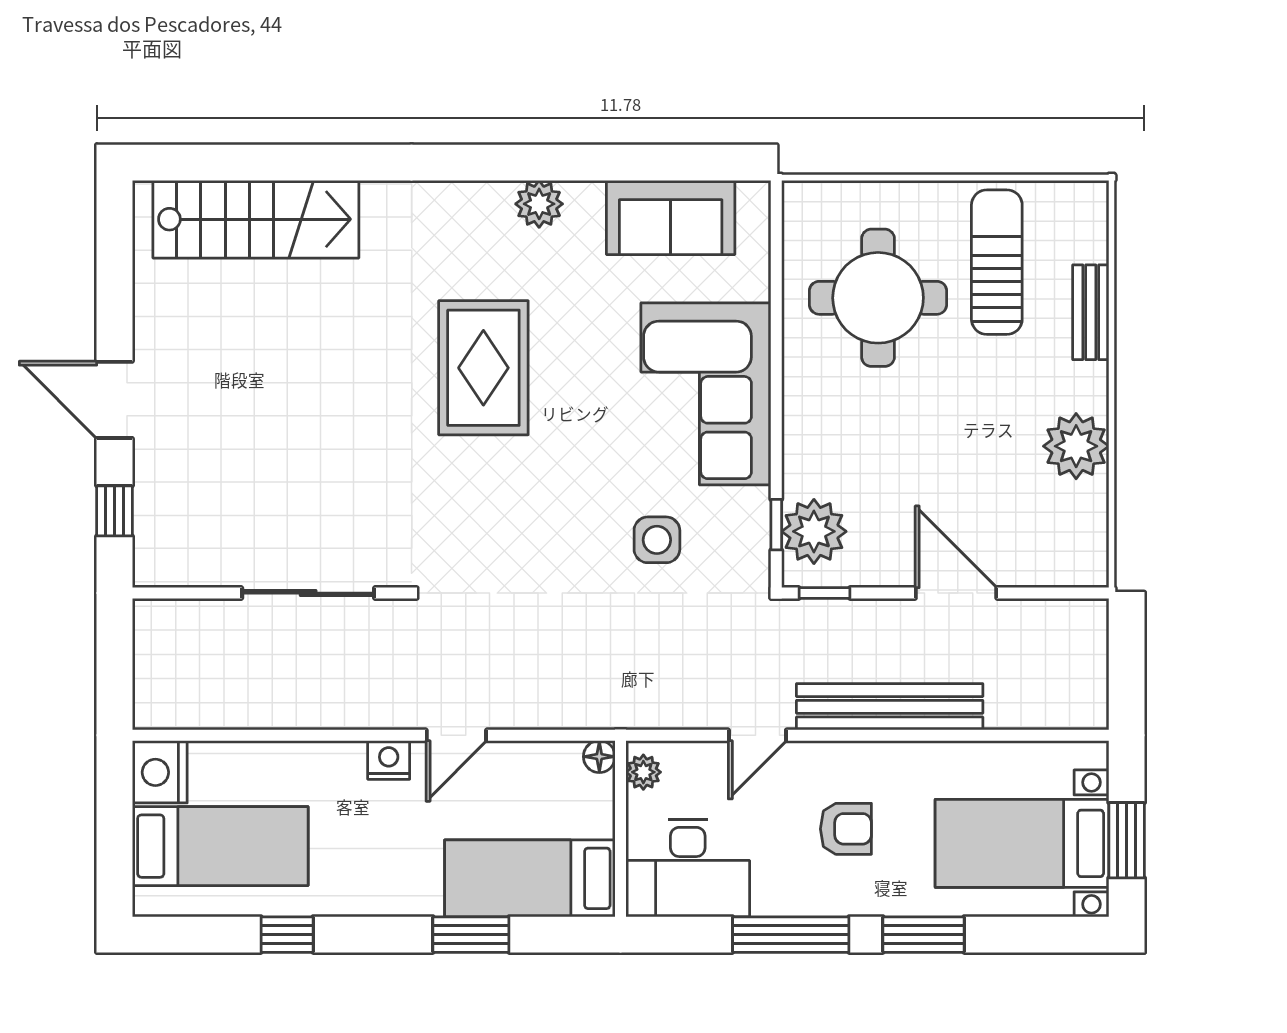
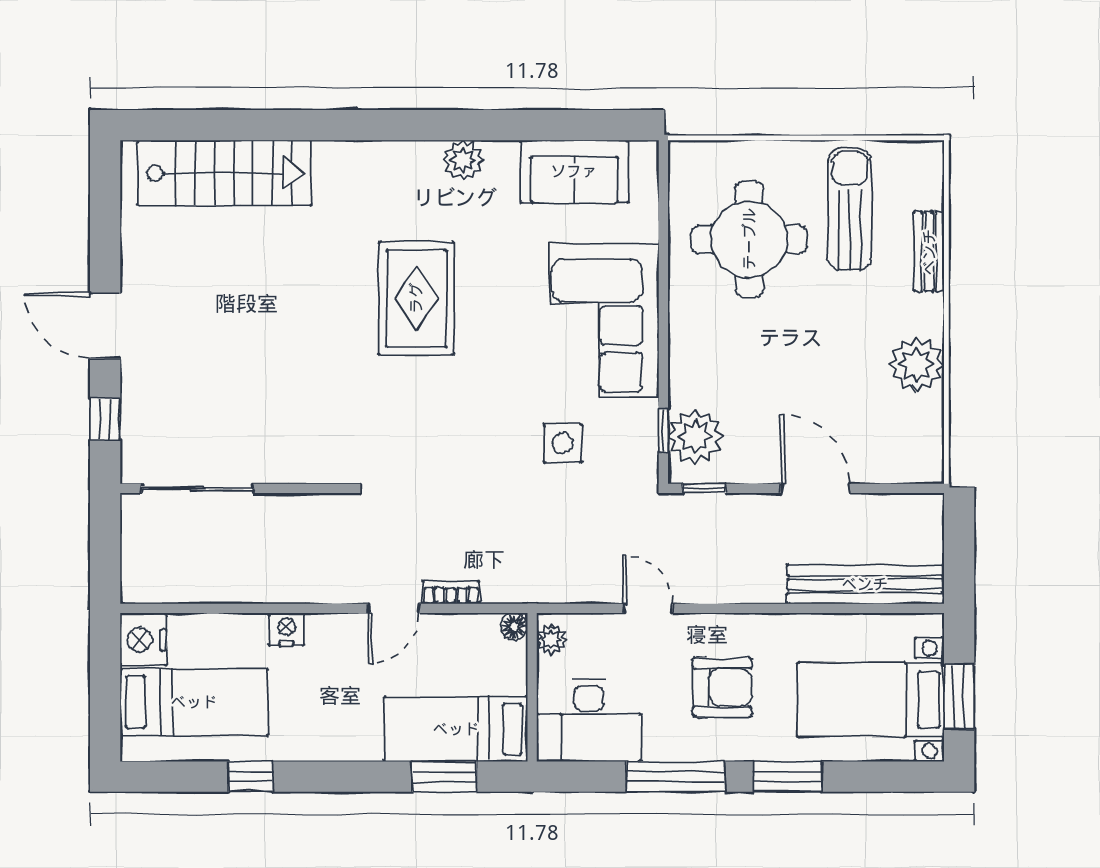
sliding door: (308, 593) -> (197, 488), moved
bench: (890, 707) -> (865, 584), moved
bookcase: (524, 716) -> (451, 592), added
door: (757, 735) -> (648, 608), swing flipped
nightstand: (389, 760) -> (286, 629), moved
armchair: (846, 829) -> (722, 687), width x1.38, depth x1.38
window: (471, 935) -> (444, 777), moved

